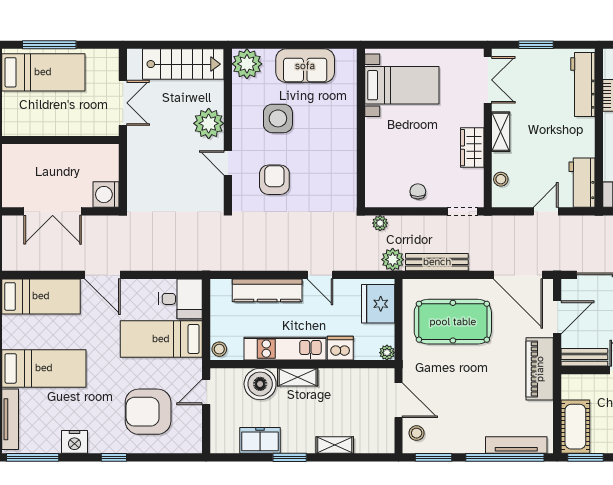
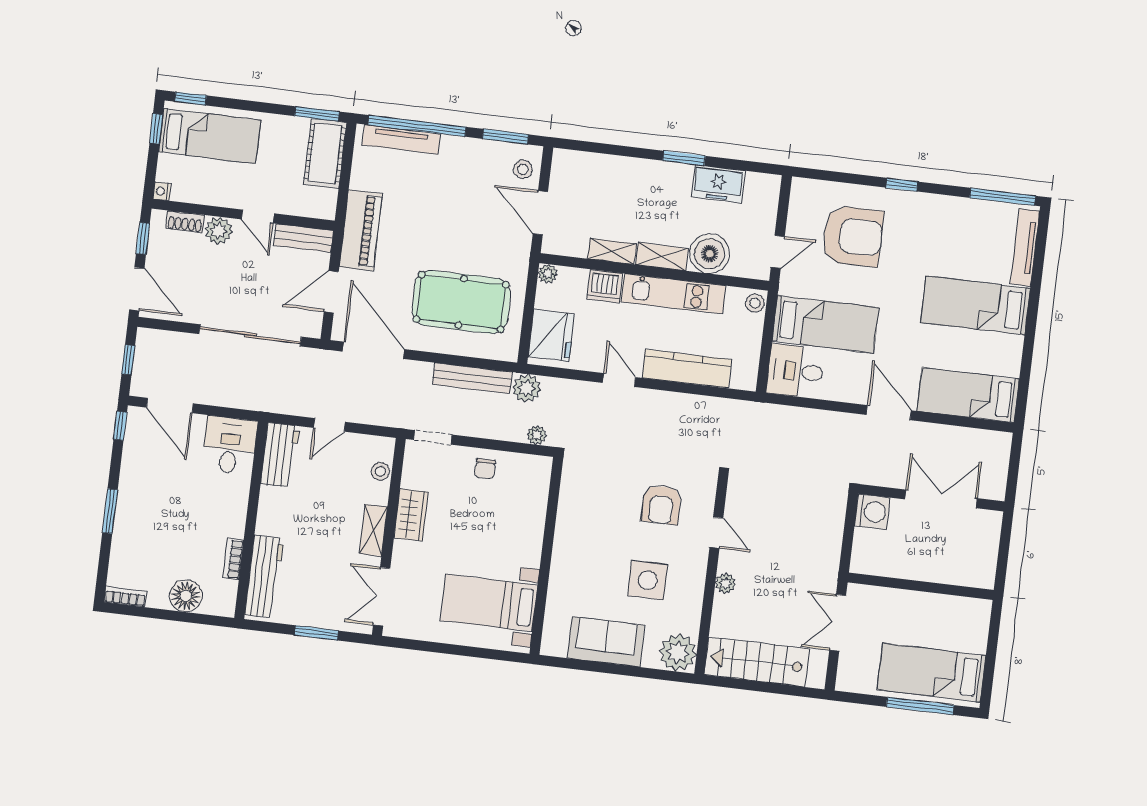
plant: (209, 123) -> (725, 583), width x0.53, depth x0.53
nightstand: (74, 442) -> (948, 210), removed
shelving: (335, 445) -> (612, 251), moved

